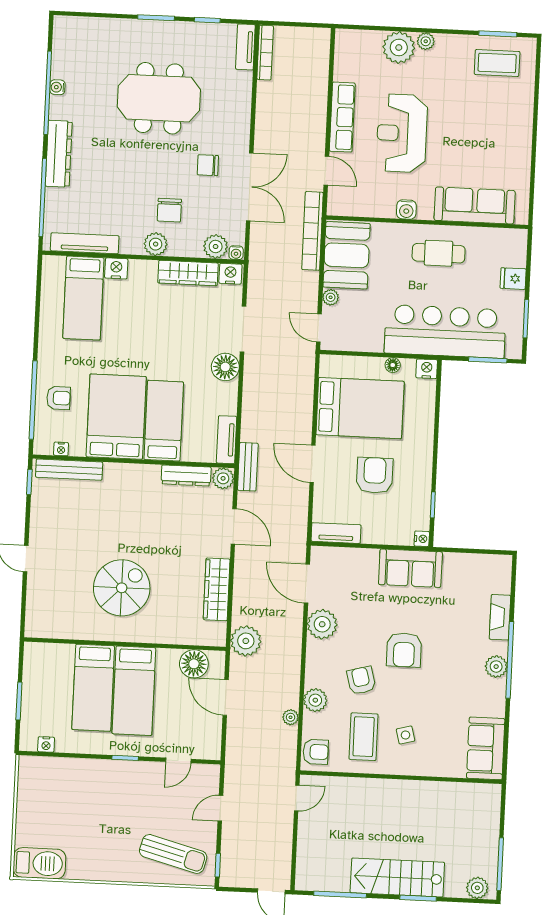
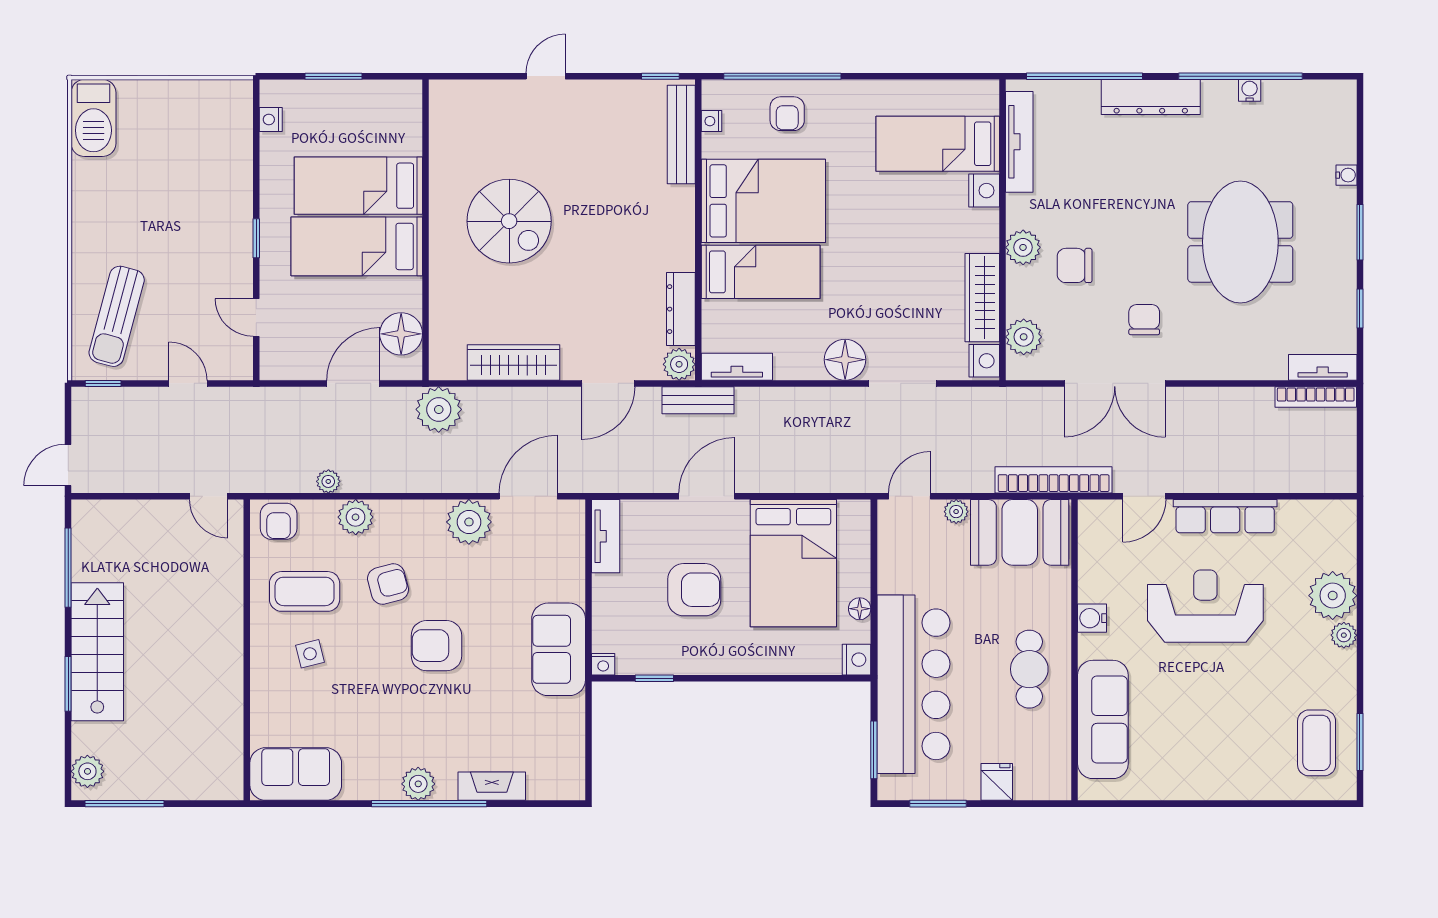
water cooler: (236, 253) -> (1346, 175), moved, turned 180

